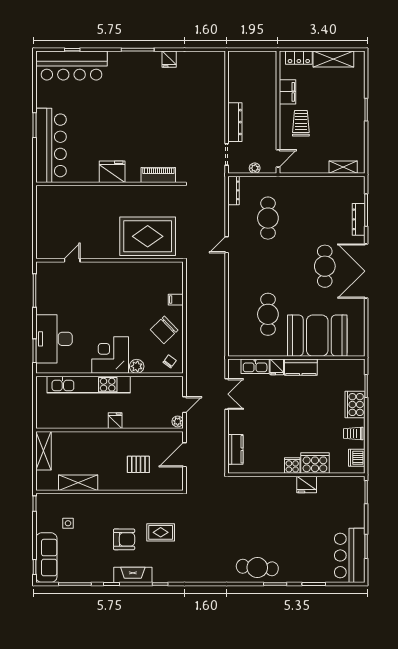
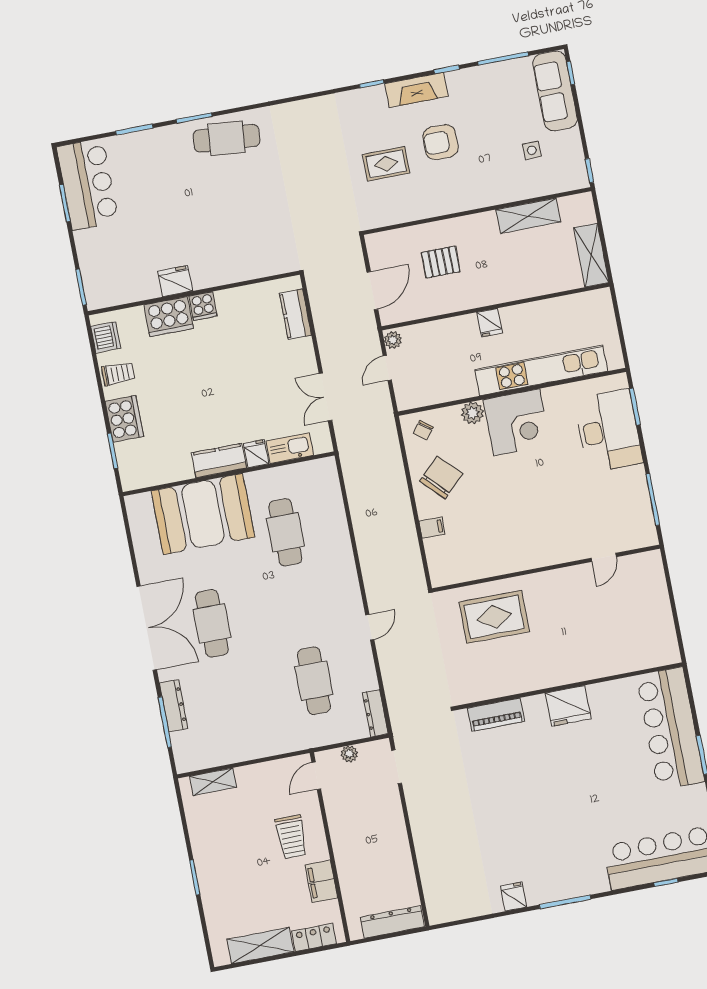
dresser: (235, 122) -> (392, 922), moved, turned 90
rug: (148, 236) -> (494, 617), width x0.73, depth x0.69

